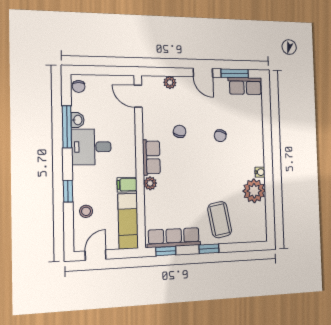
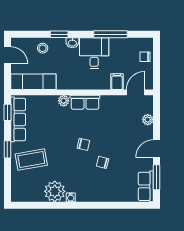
chair: (79, 86) -> (145, 57), moved
washbasin: (77, 120) -> (72, 43), moved
chair: (180, 131) -> (83, 144), moved
filing cabinet: (127, 185) -> (117, 82), moved

